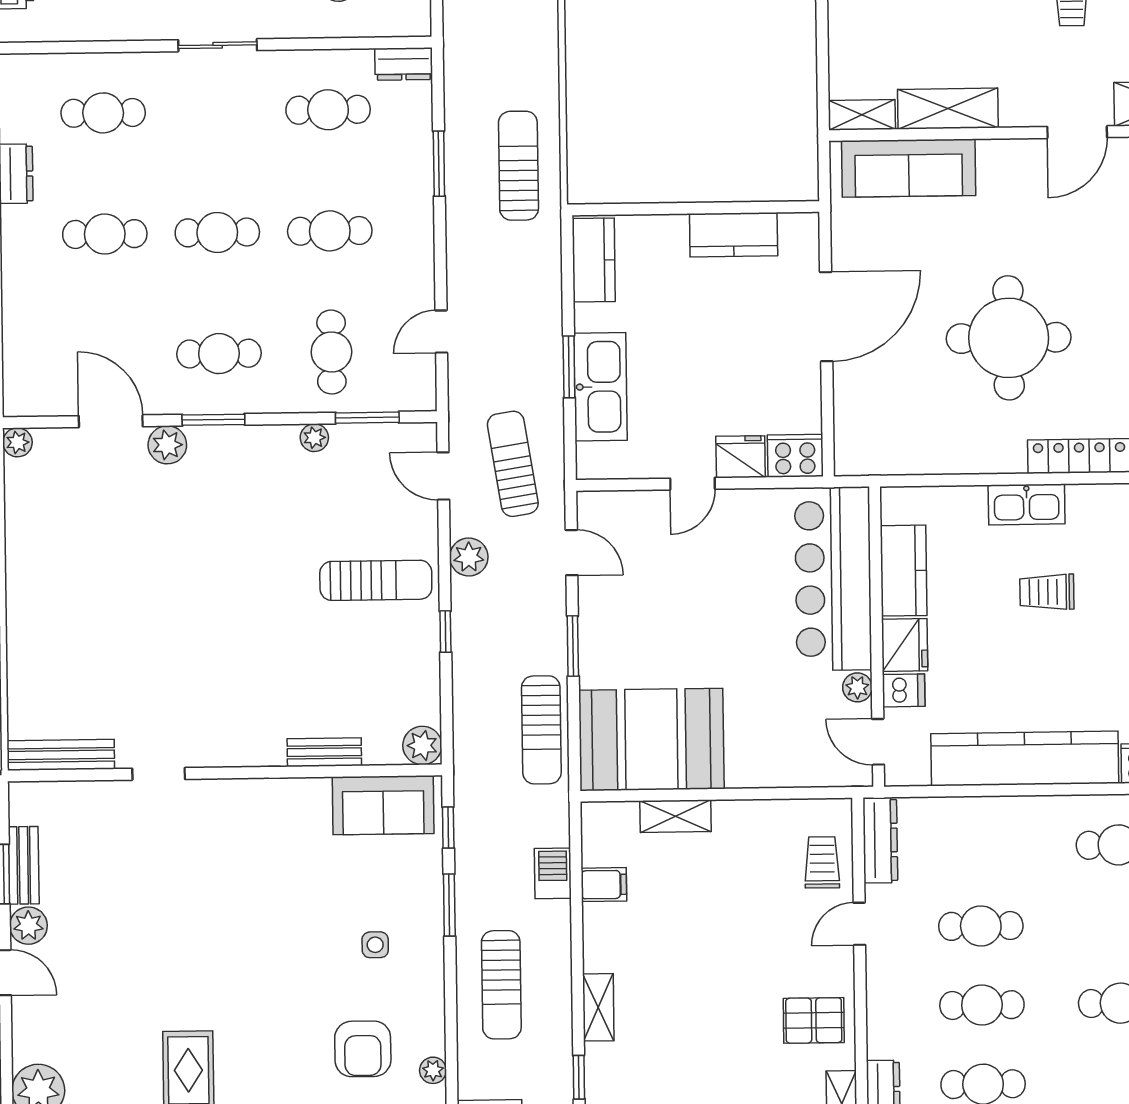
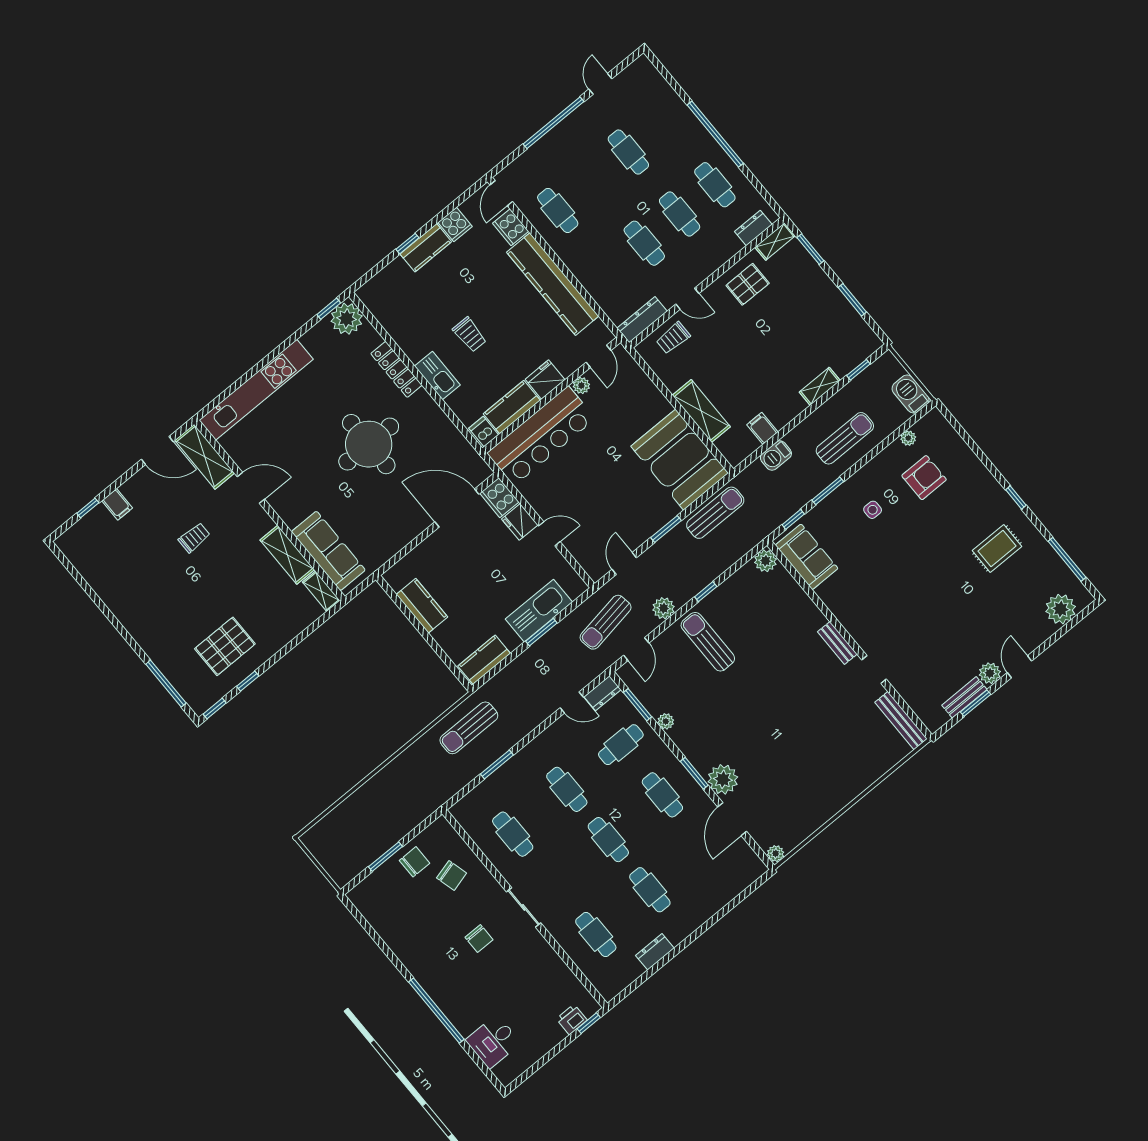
dresser: (404, 64) -> (602, 693), moved, turned 90
door: (826, 317) -> (457, 508), moved
plant: (167, 445) -> (723, 779), width x1.36, depth x1.36
dishwasher: (904, 690) -> (484, 432), moved
bench: (324, 752) -> (837, 643), moved
shelving: (675, 816) -> (701, 411), width x1.50, depth x1.33
pallet: (814, 1020) -> (748, 284), turned 90

